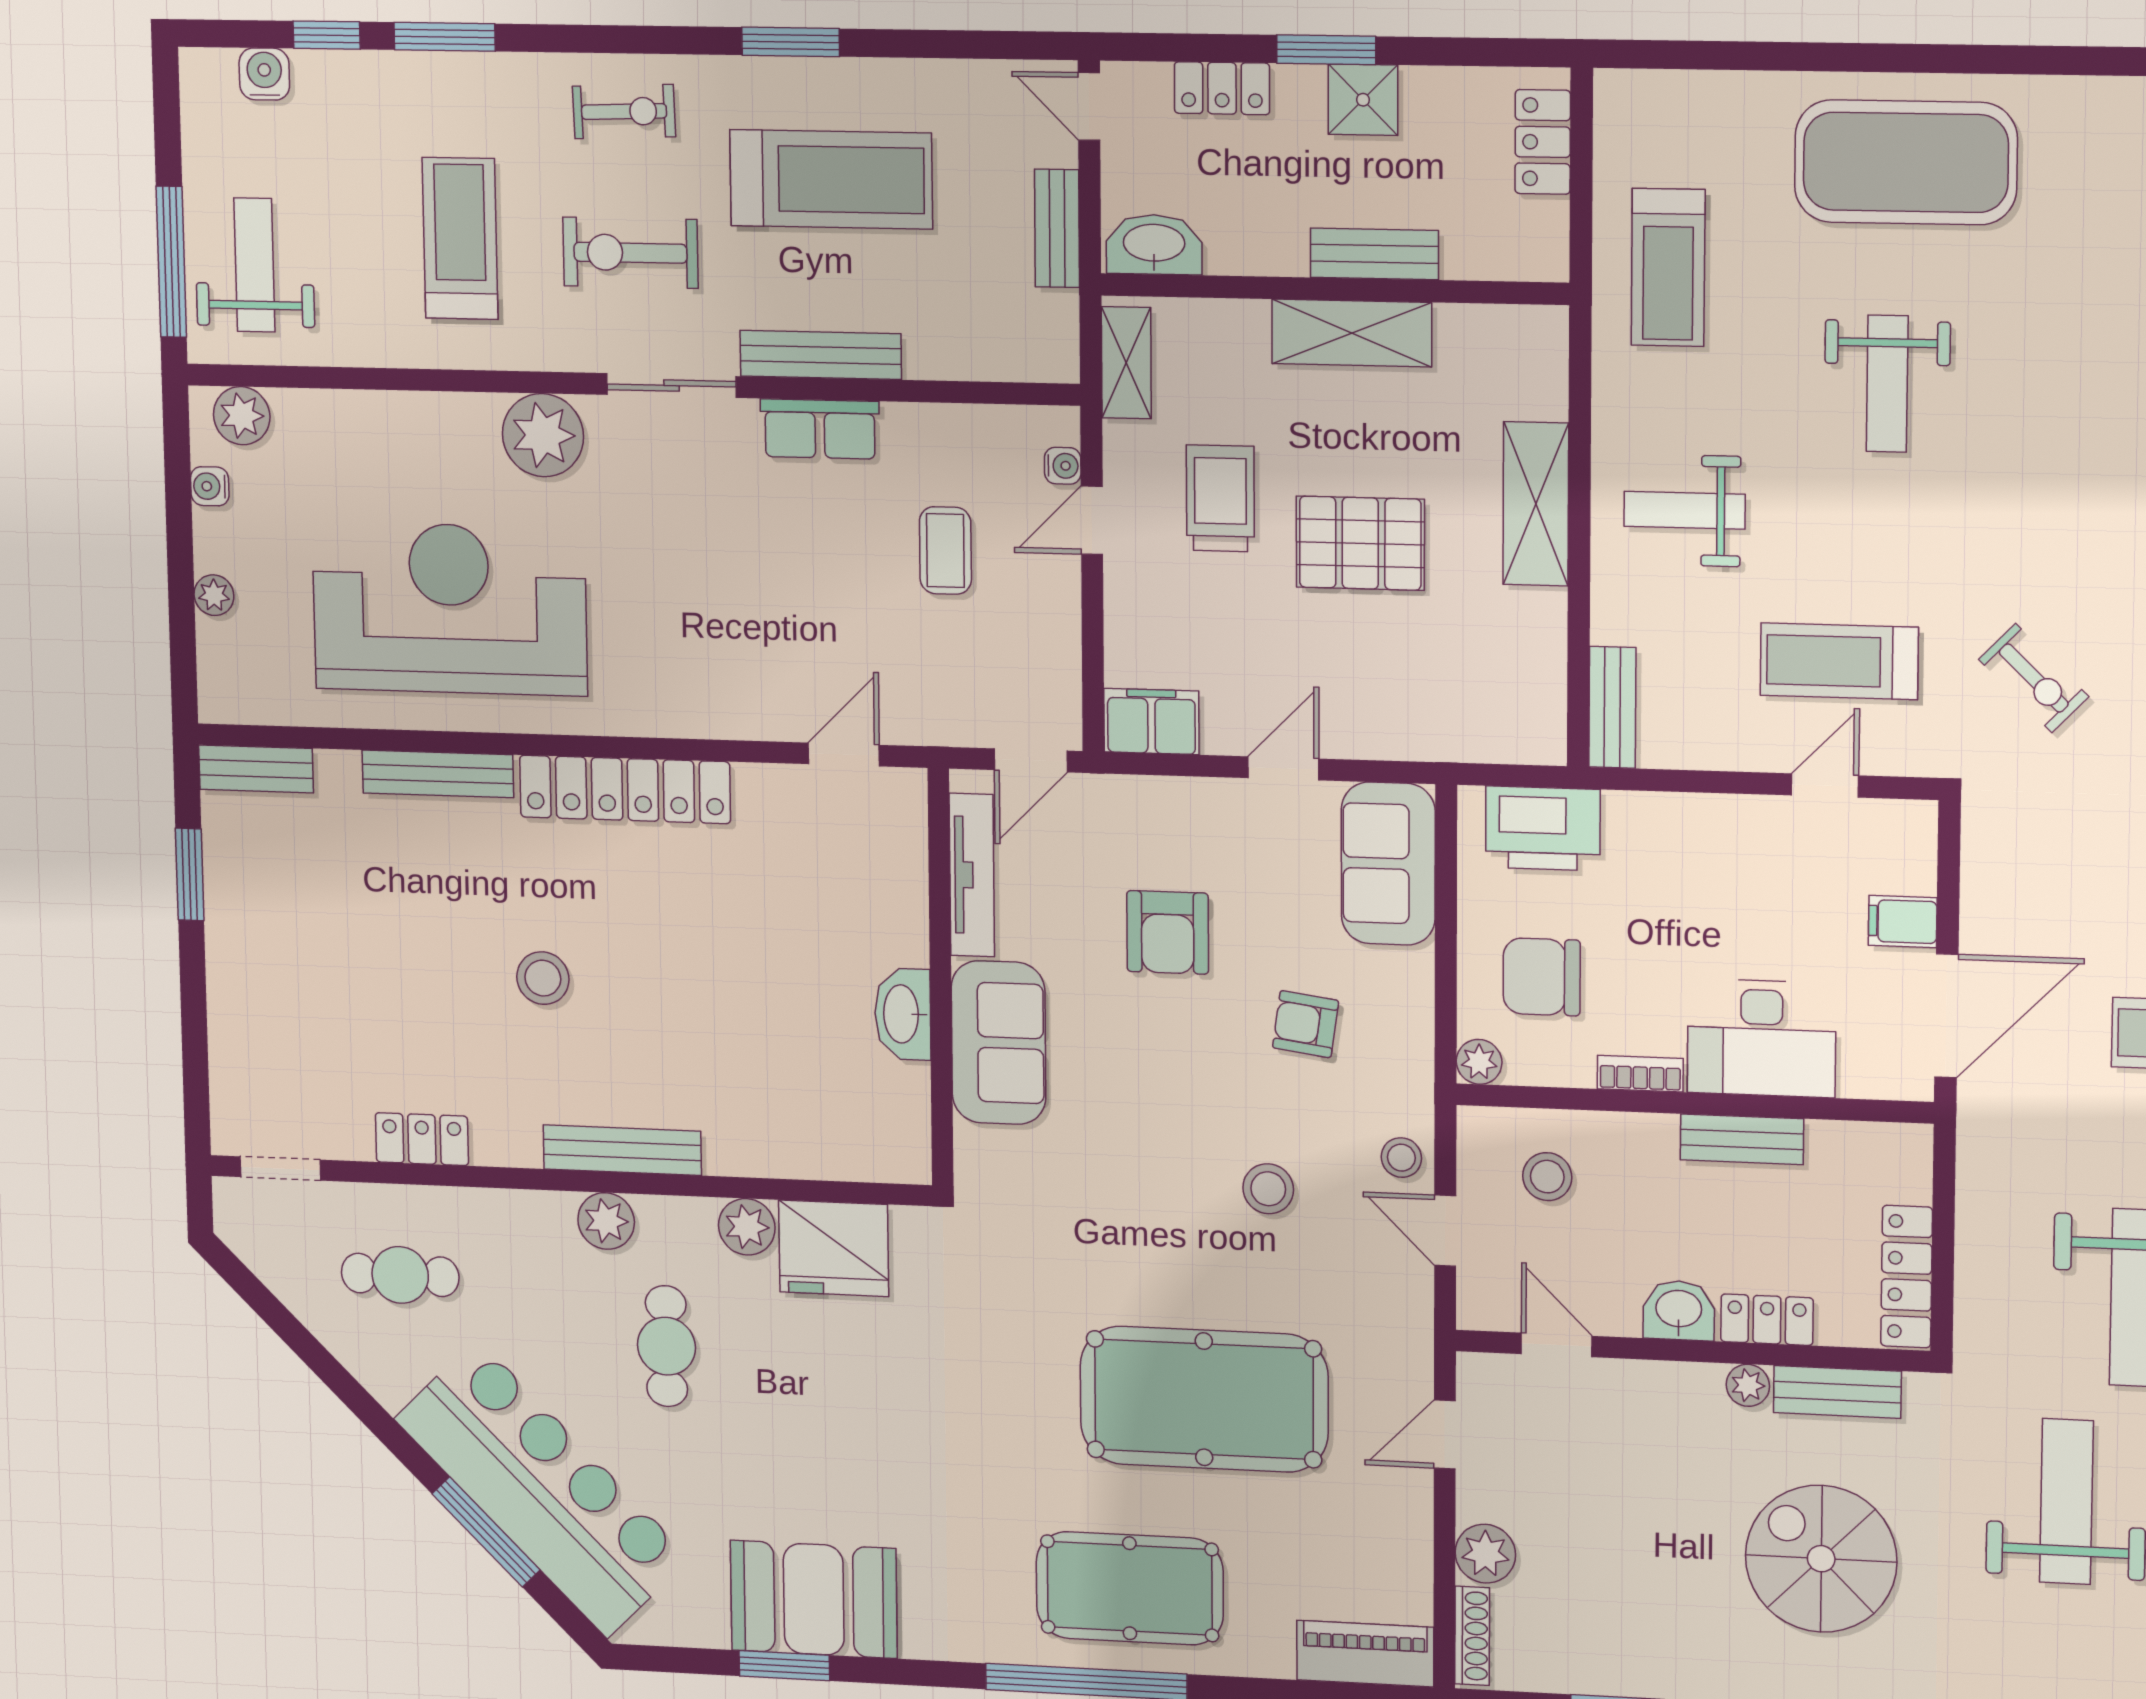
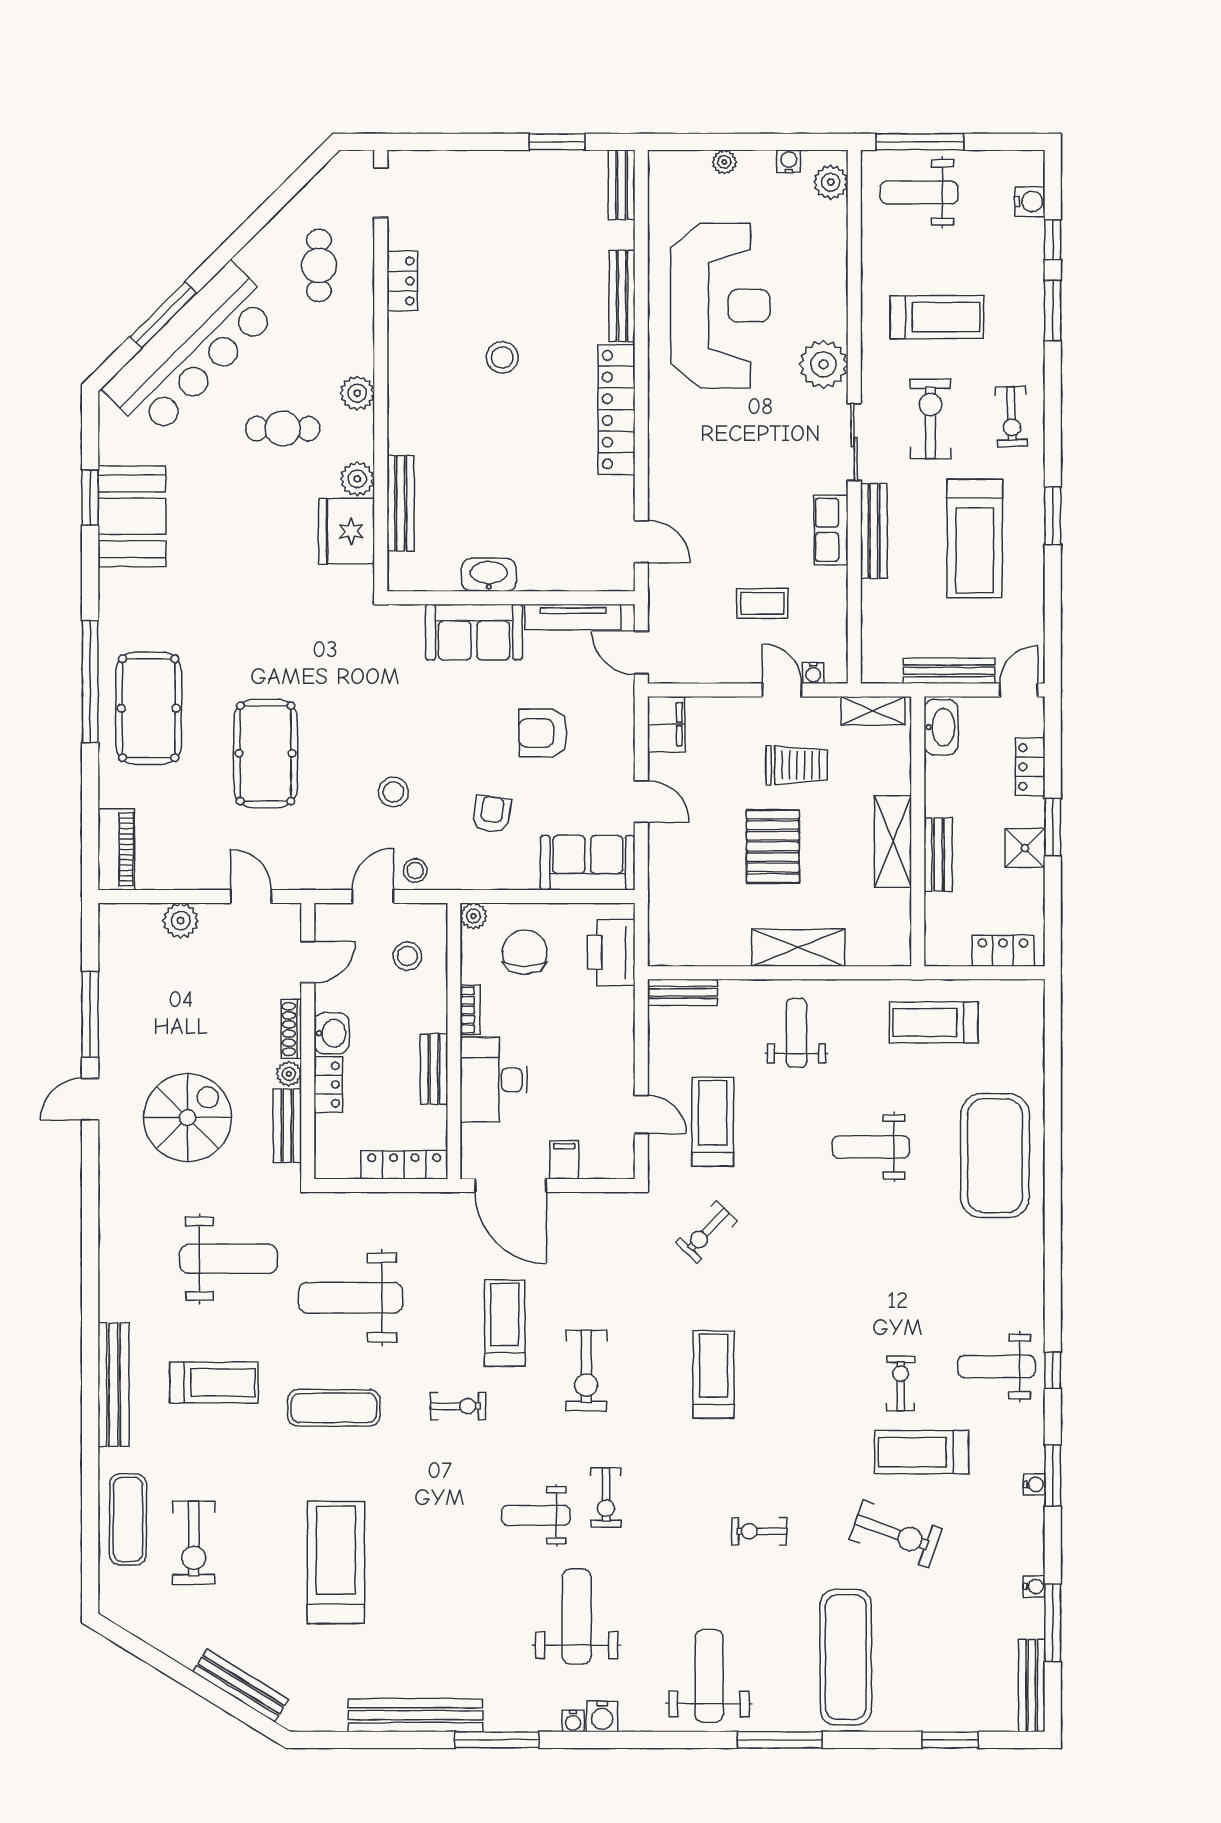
bench: (1057, 228) -> (949, 671), width x1.36
weight bench: (254, 265) -> (919, 192), turned 180
bench: (622, 1150) -> (401, 503), moved
locker: (1907, 1277) -> (404, 1165), moved
pool table: (1204, 1399) -> (266, 753), width x0.73, depth x0.76
shoe rack: (1472, 1636) -> (291, 1029), moved, turned 90

